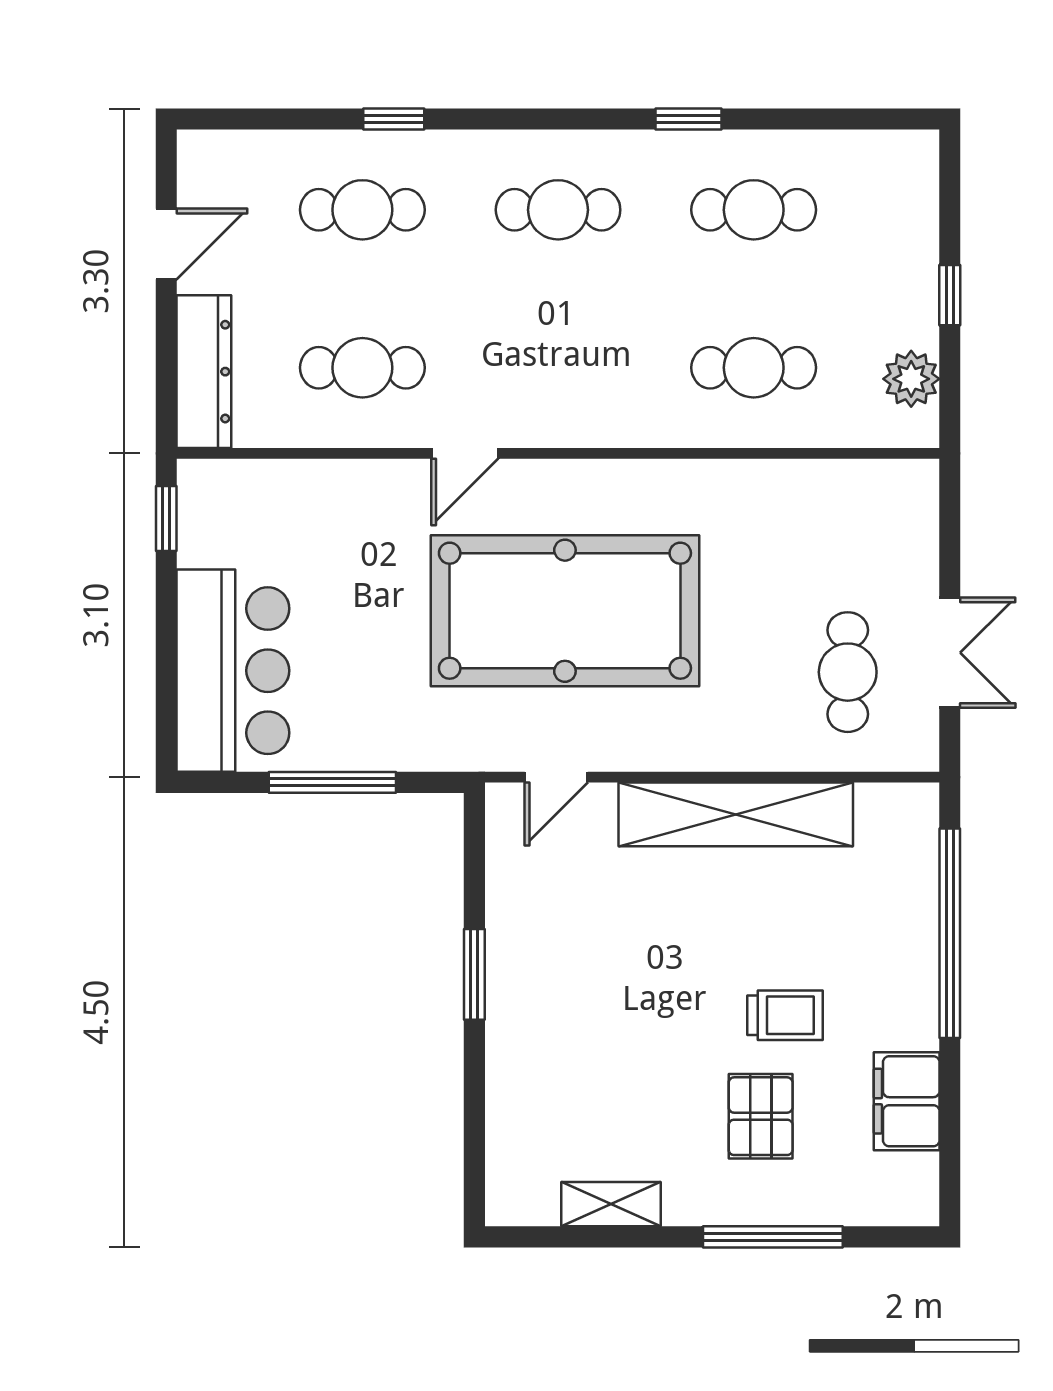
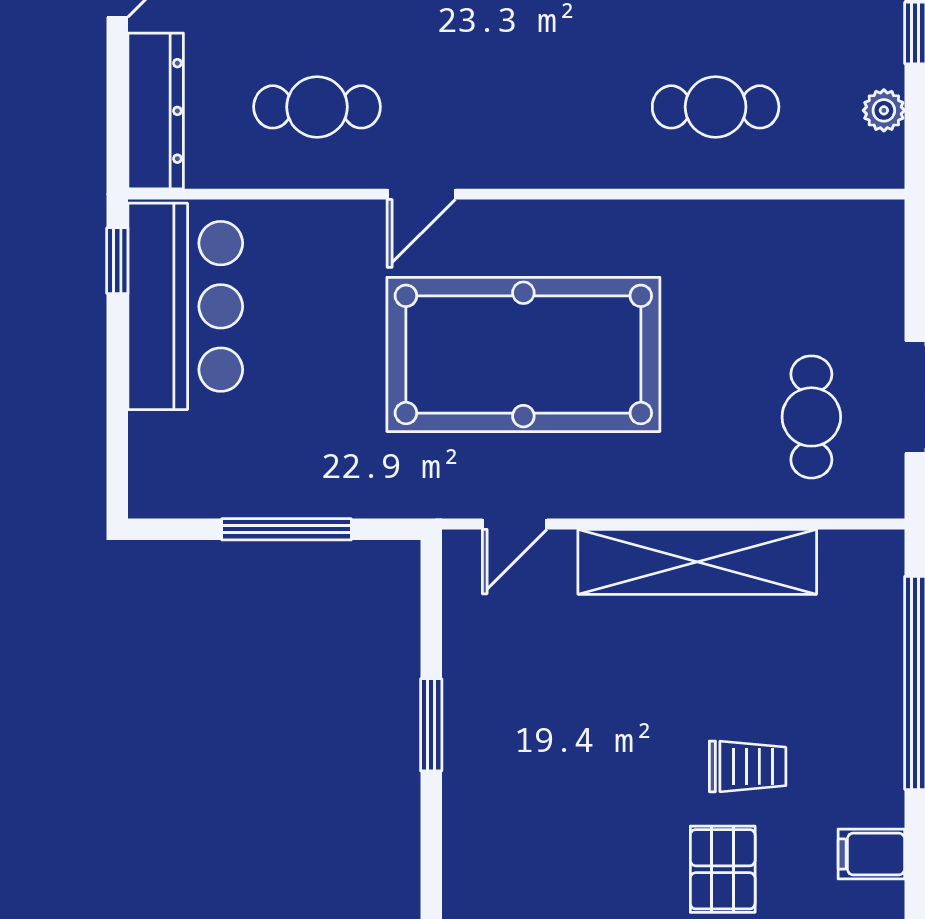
plant: (911, 379) -> (884, 110), width x0.73, depth x0.73
bar counter: (233, 671) -> (185, 306), moved
filing cabinet: (907, 1101) -> (871, 854), width x0.50

